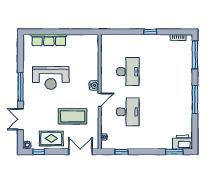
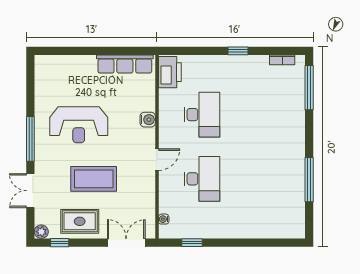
row of seats: (49, 40) -> (125, 64), moved
water cooler: (94, 85) -> (148, 120), moved
window: (195, 99) -> (309, 180), moved
coffee table: (73, 116) -> (94, 179), moved
printer: (183, 142) -> (170, 72), moved, turned 90
window: (174, 152) -> (276, 243), removed

